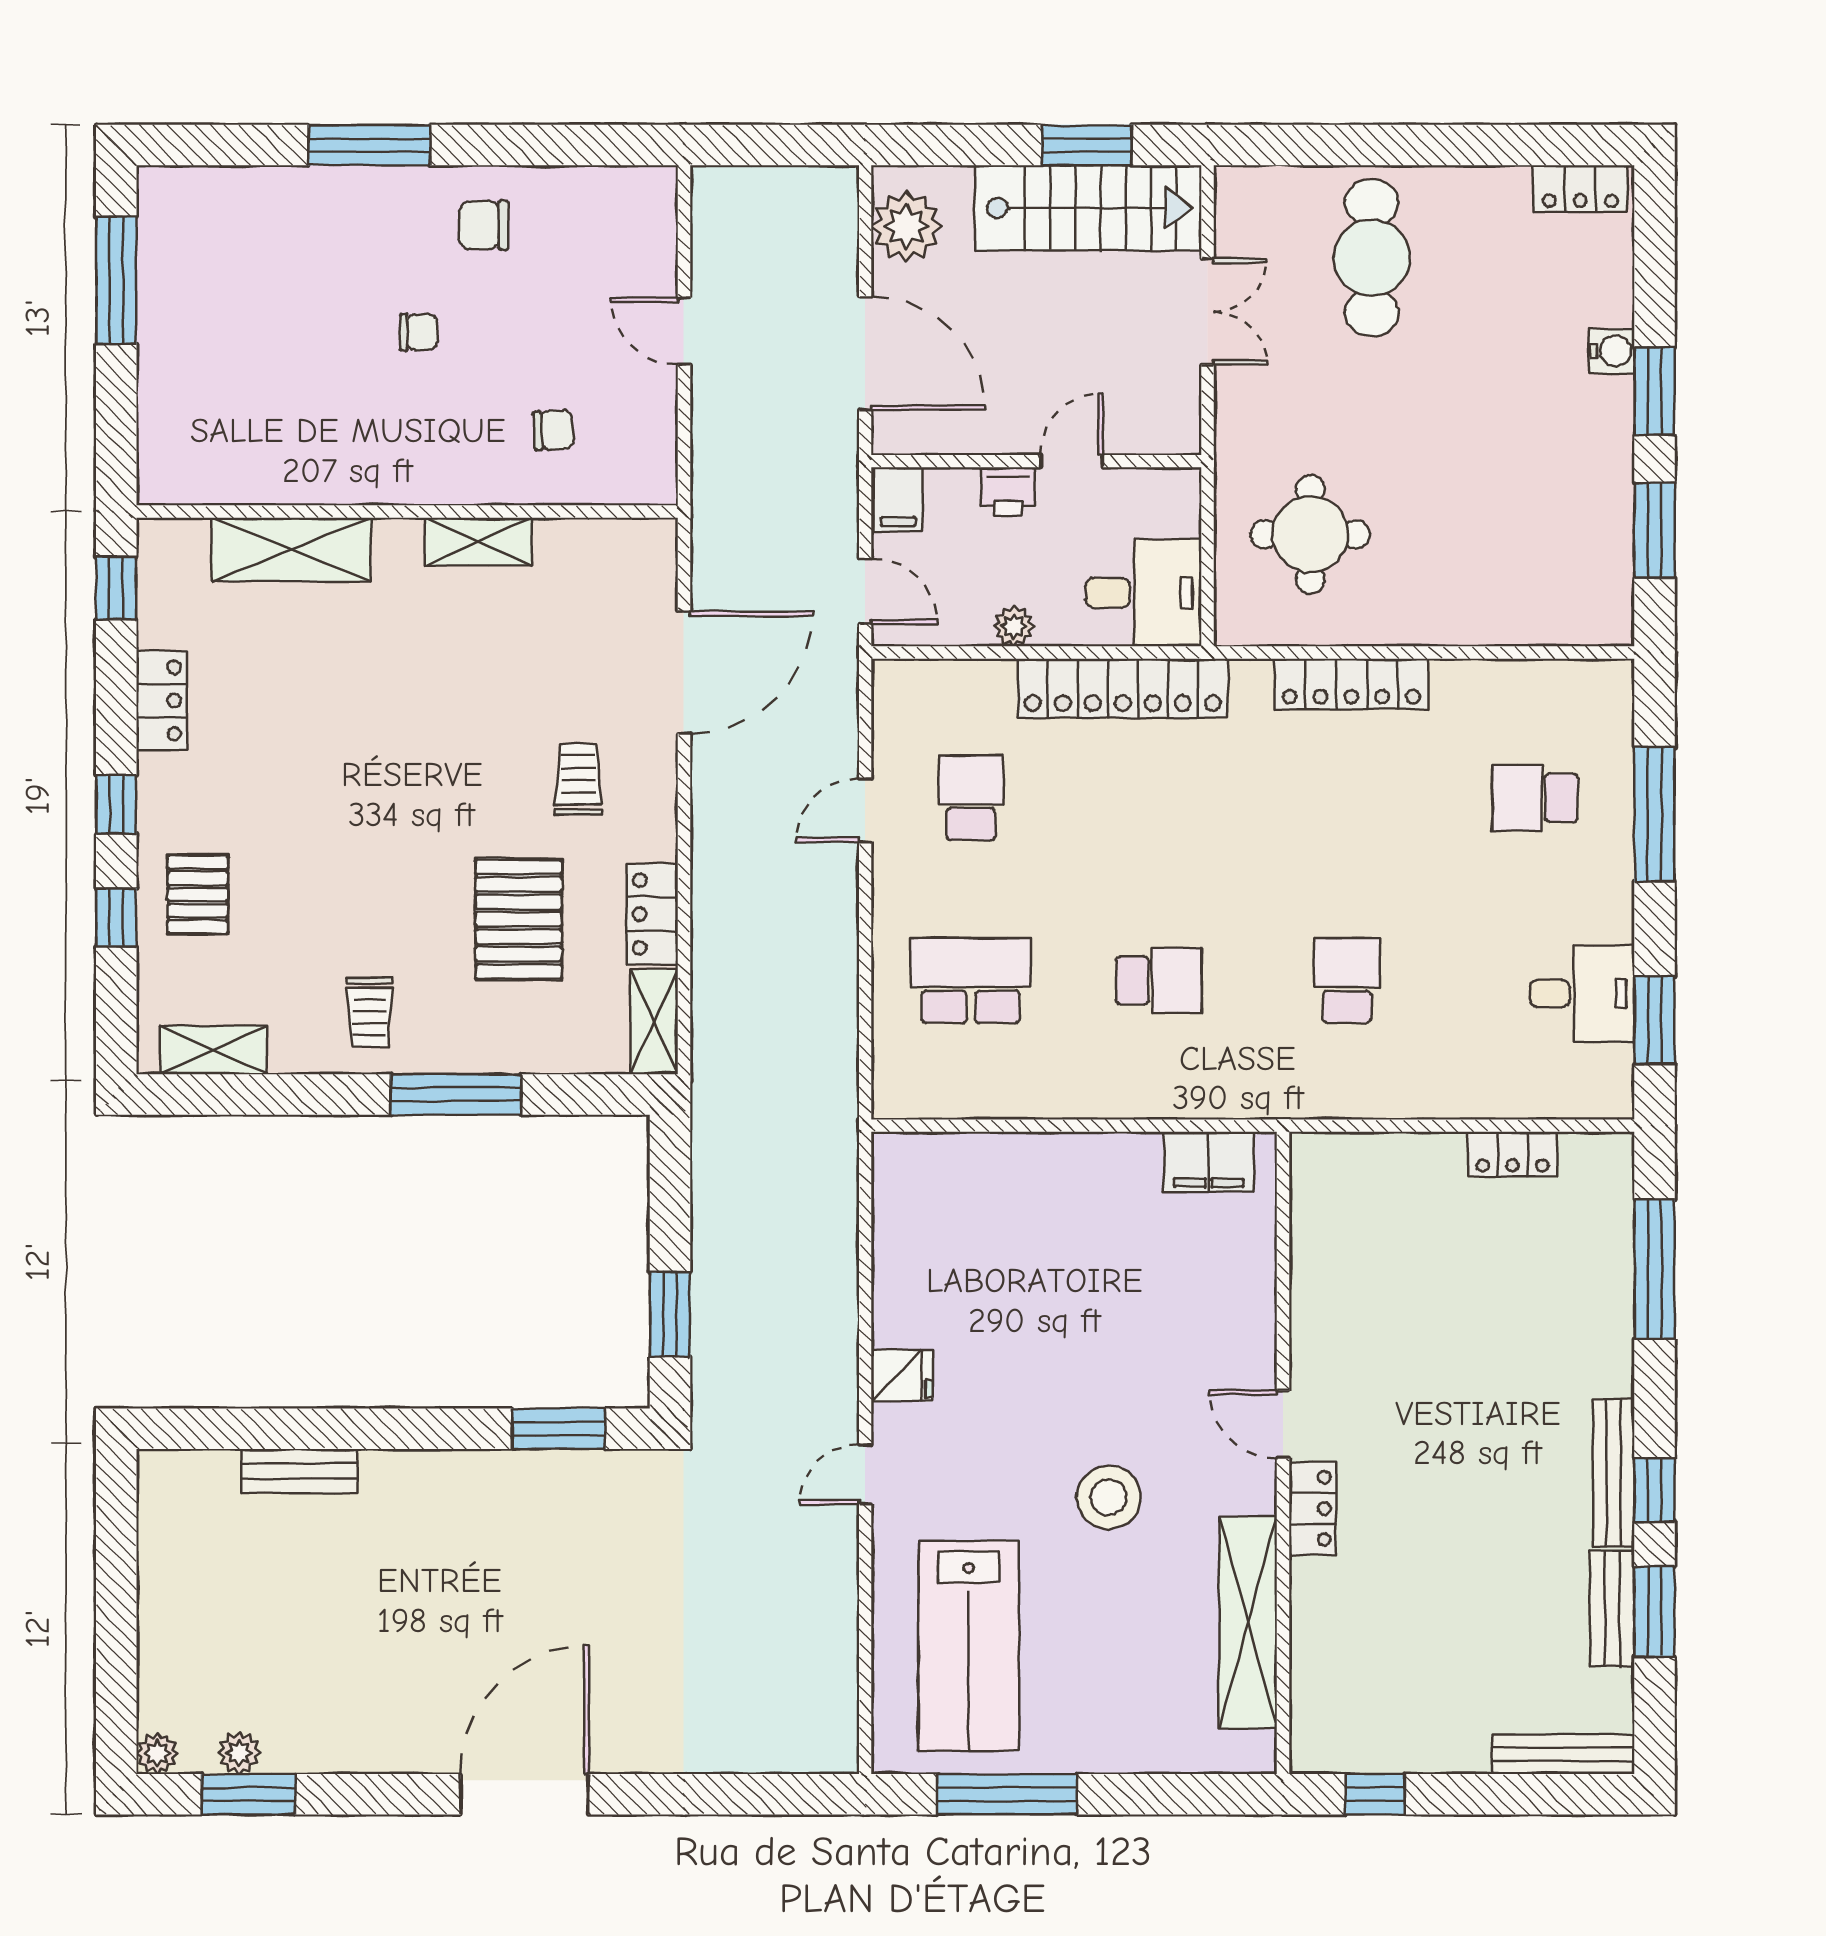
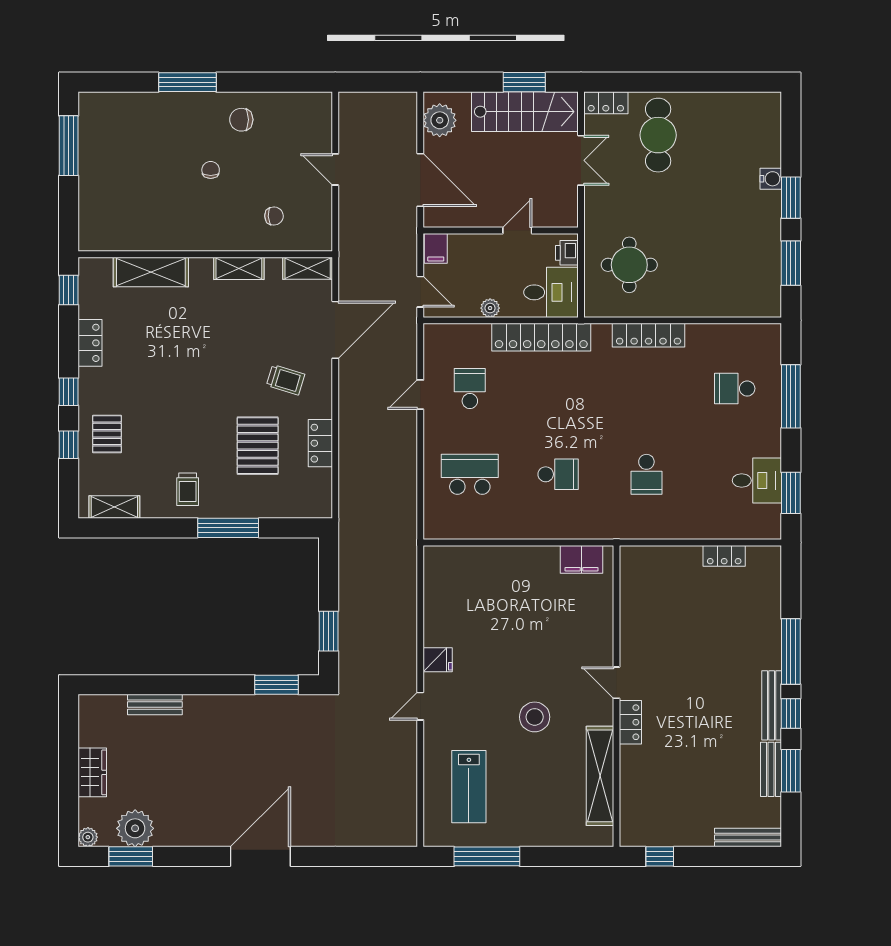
locker: (1580, 189) -> (606, 103), moved
chair: (419, 332) -> (211, 170), turned -90
printer: (1008, 491) -> (567, 253), moved, turned 90
trolley: (578, 779) -> (286, 380), turned 107
school desk: (1347, 980) -> (646, 474), turned 180
shelving: (654, 1022) -> (308, 268), moved, turned 90
window: (1655, 1269) -> (791, 652), moved
wardrobe: (167, 1615) -> (92, 772), added
lab bench: (969, 1646) -> (469, 787), width x0.73, depth x0.72
plant: (239, 1753) -> (135, 828), width x1.88, depth x1.88

